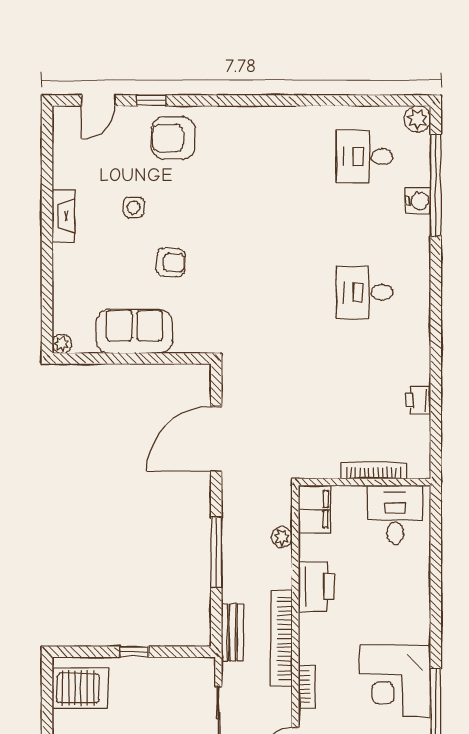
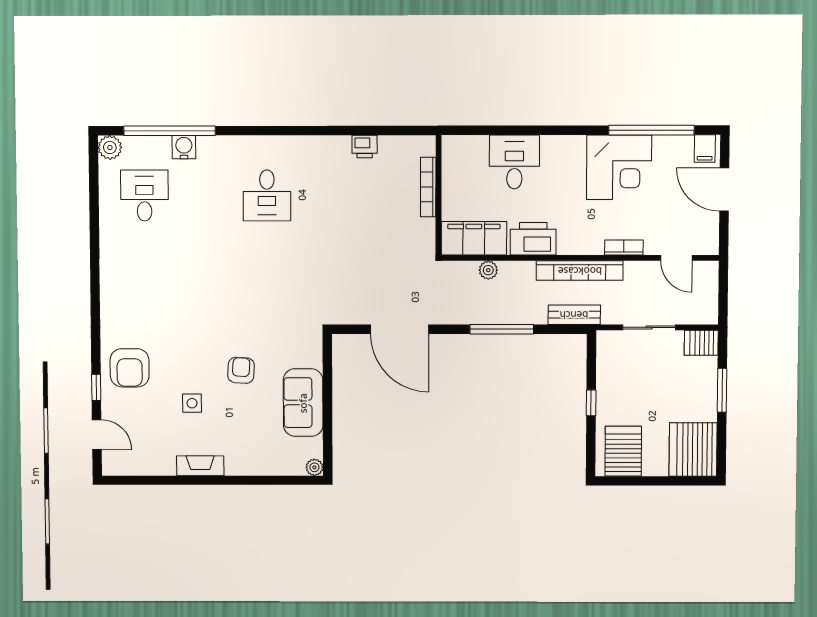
desk: (364, 157) -> (144, 196), turned 180
filing cabinet: (314, 509) -> (474, 238), width x1.50, depth x1.17
desk: (395, 515) -> (514, 162), moved, turned 90

